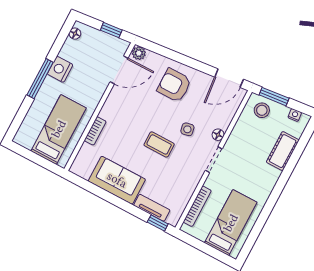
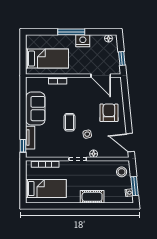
plant: (139, 53) -> (117, 82), removed
window: (274, 97) -> (135, 186), moved
cot: (283, 151) -> (92, 197), moved

